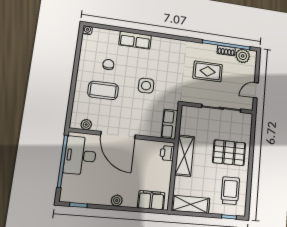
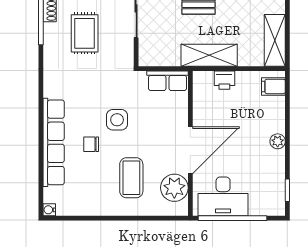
row of seats: (135, 40) -> (54, 142), width x2.02
chair: (108, 65) -> (91, 144), moved
plant: (86, 125) -> (174, 188), width x1.87, depth x1.87
printer: (167, 153) -> (224, 80), moved
filing cabinet: (151, 200) -> (273, 86), width x0.50

